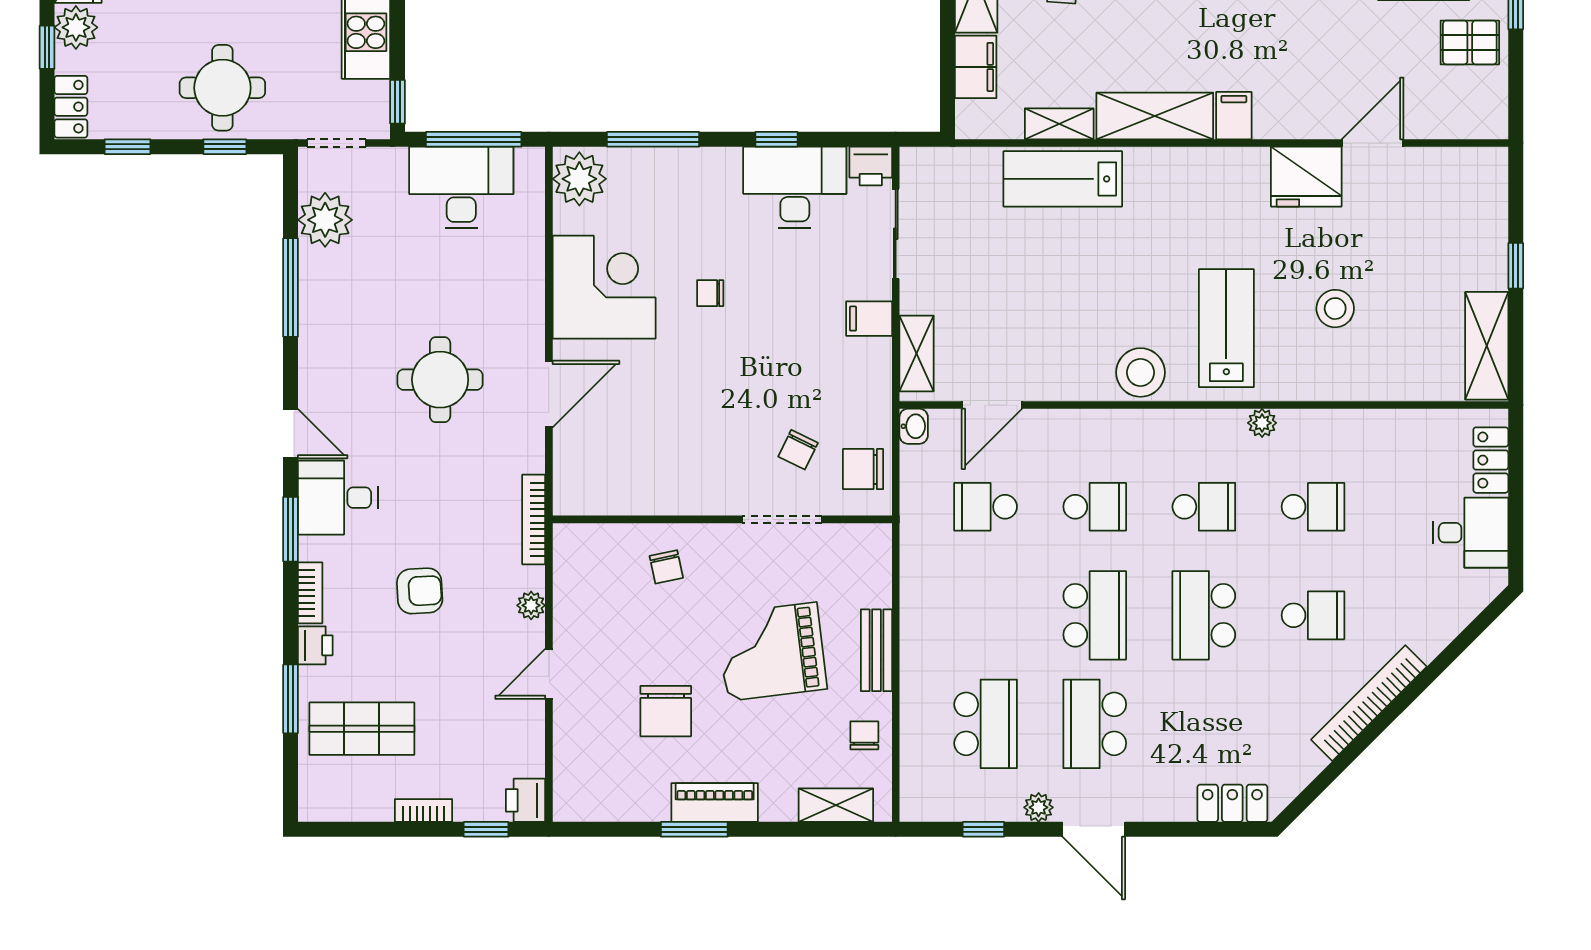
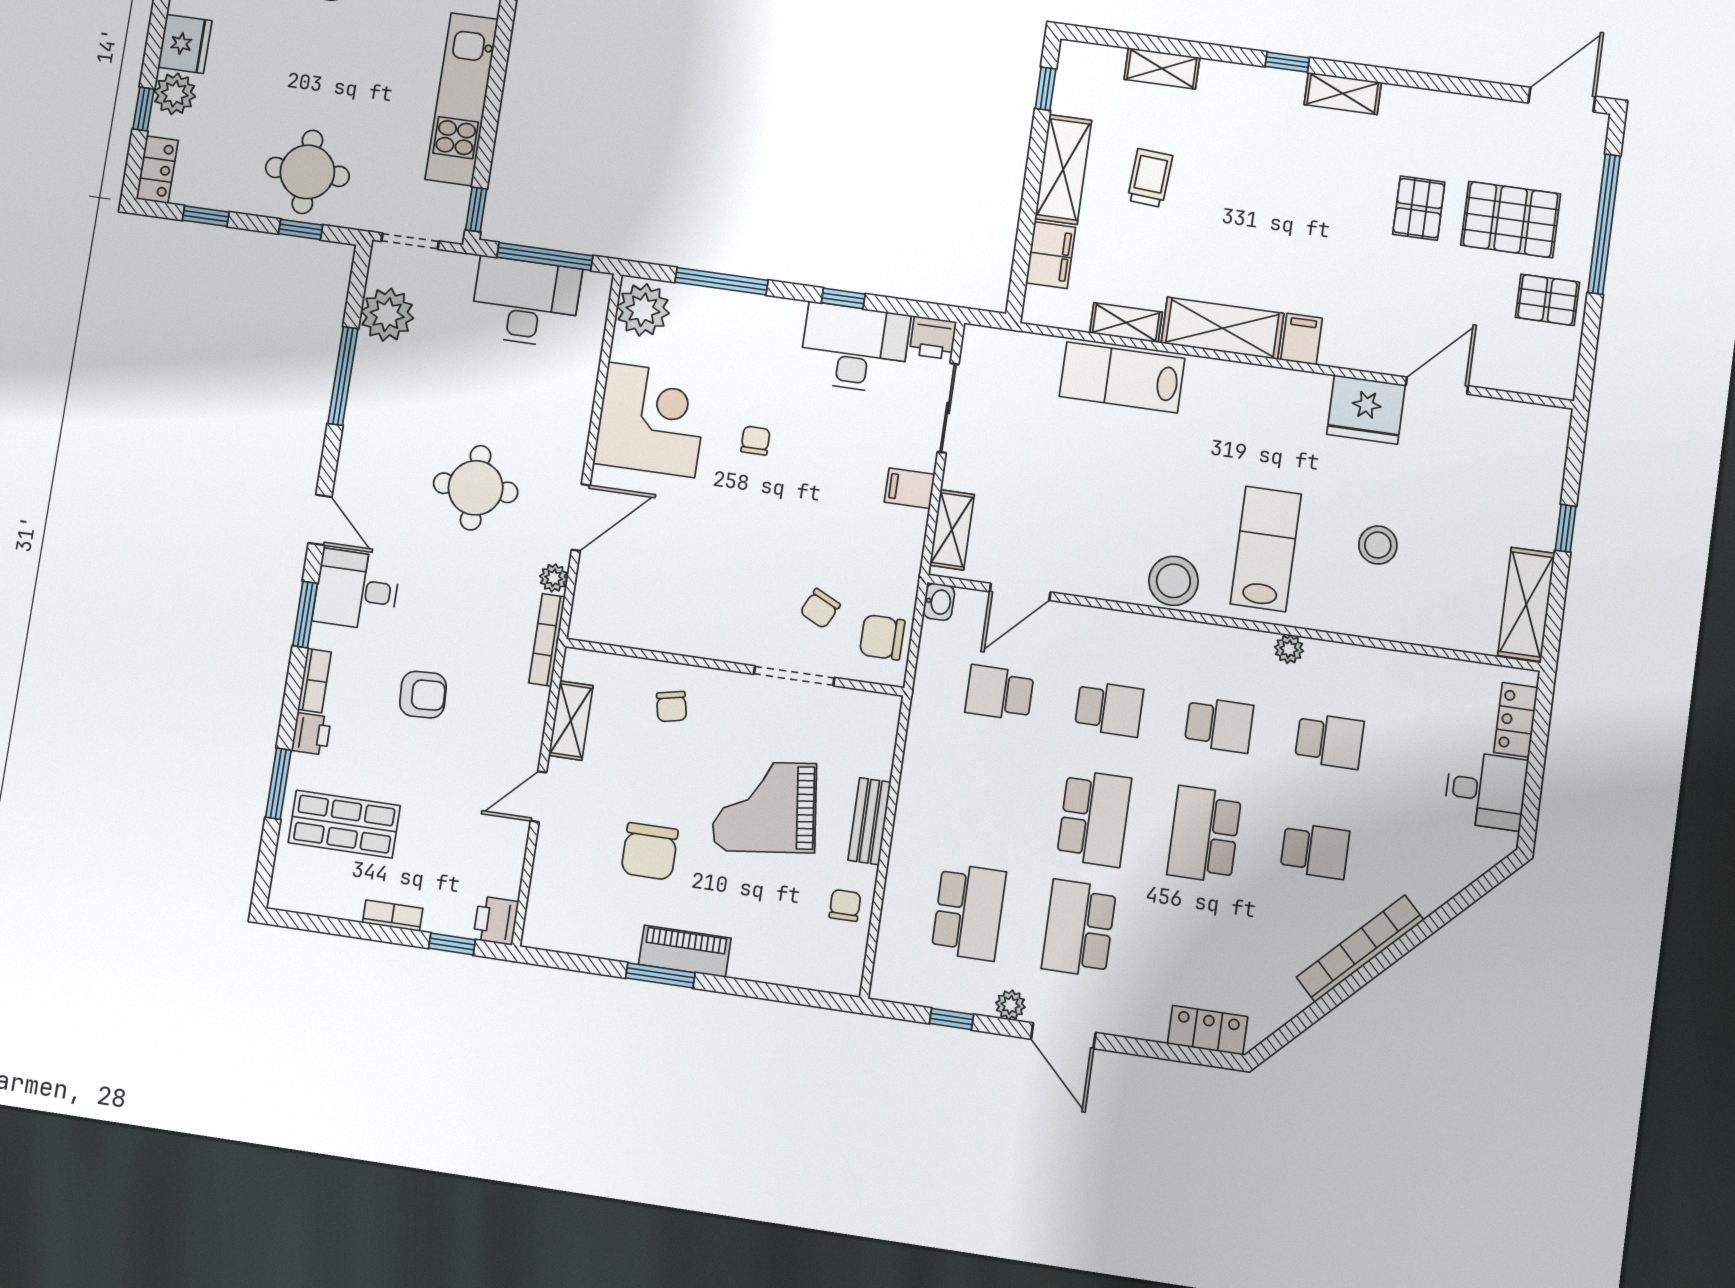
chair: (710, 293) -> (755, 441), turned 90
plant: (531, 605) -> (554, 578), moved
shelving: (836, 805) -> (571, 720), moved, turned 90

